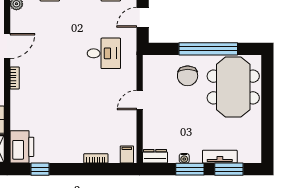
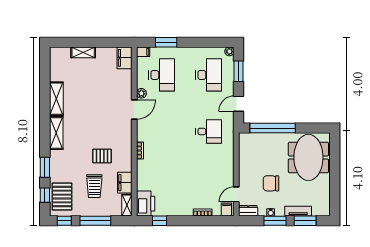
door: (7, 46) -> (134, 110), moved
window: (208, 49) -> (273, 128), moved
chair: (188, 76) -> (271, 183), moved, turned 90
door: (140, 100) -> (236, 194), moved

